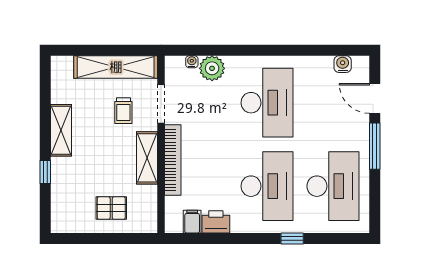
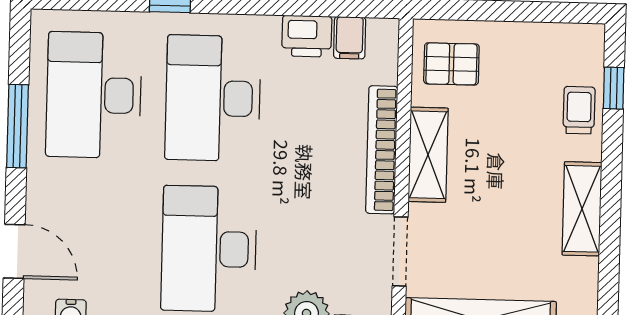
trolley: (123, 111) -> (579, 110), moved
window: (375, 146) -> (18, 126), moved
window: (45, 172) -> (614, 88), moved
pallet: (111, 208) -> (451, 64), moved

